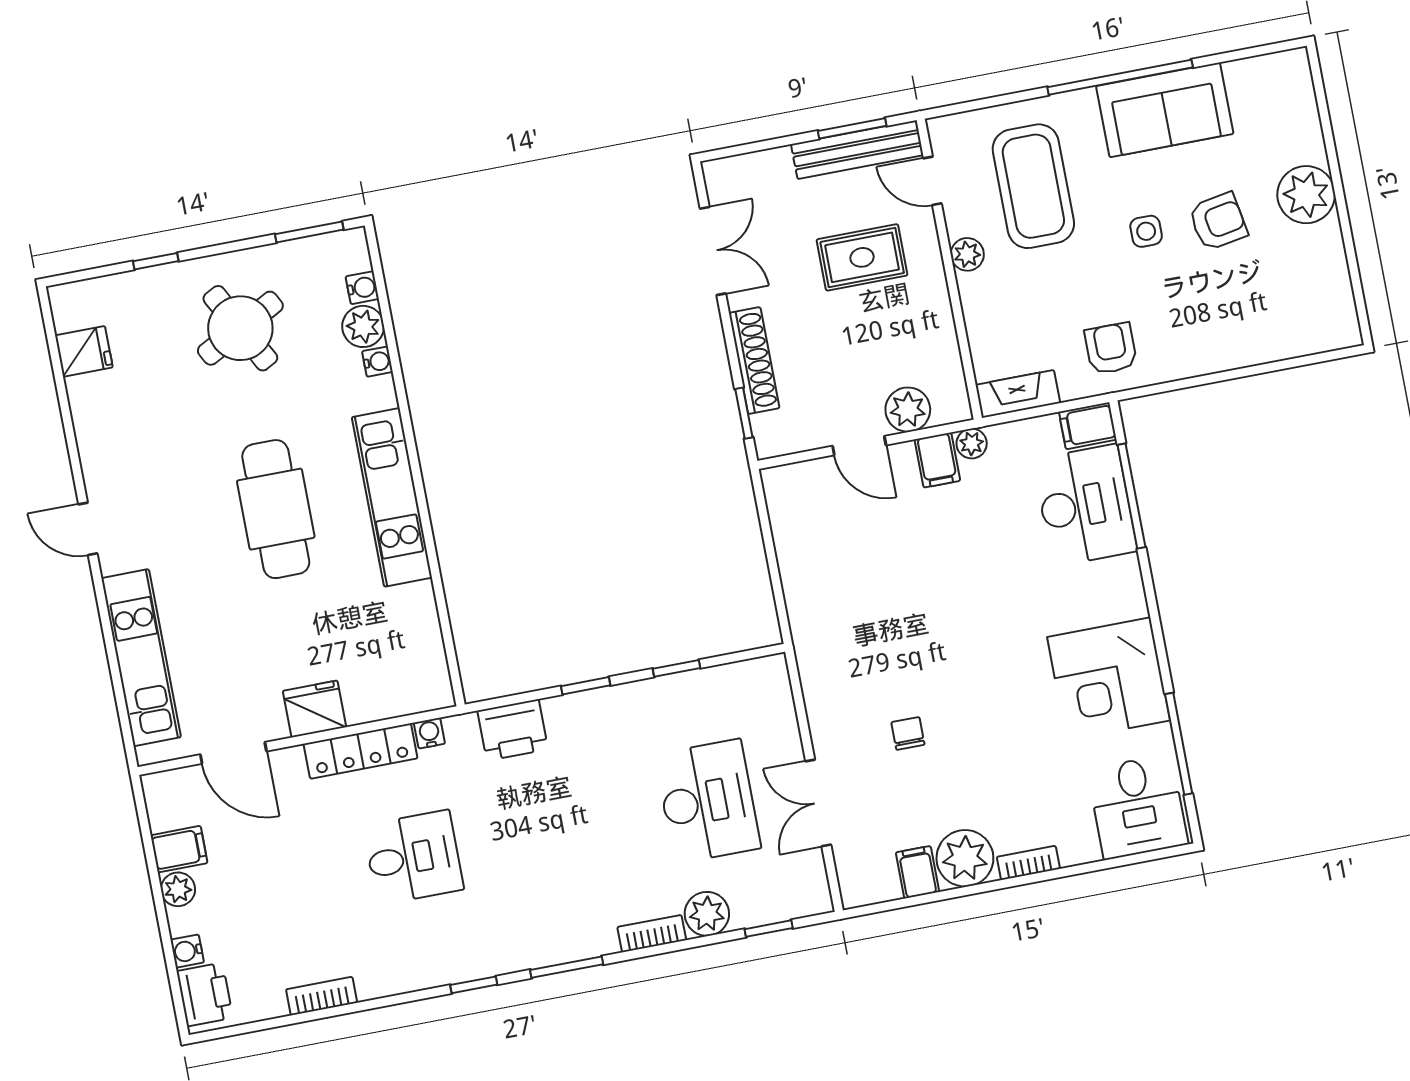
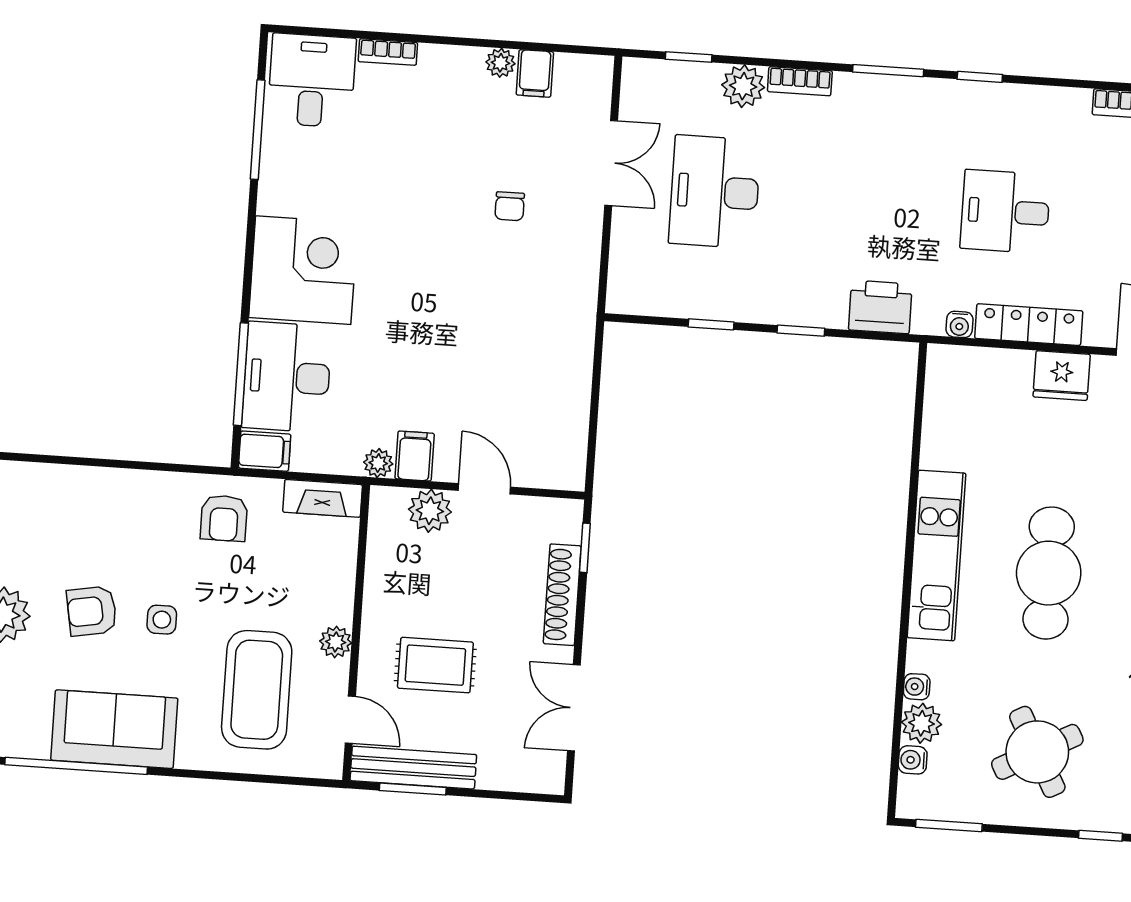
window: (1120, 77) -> (76, 766), moved
corner desk: (1109, 679) -> (303, 270), moved
plant: (965, 858) -> (501, 63), width x0.53, depth x0.53
bookcase: (1028, 863) -> (388, 52), moved

